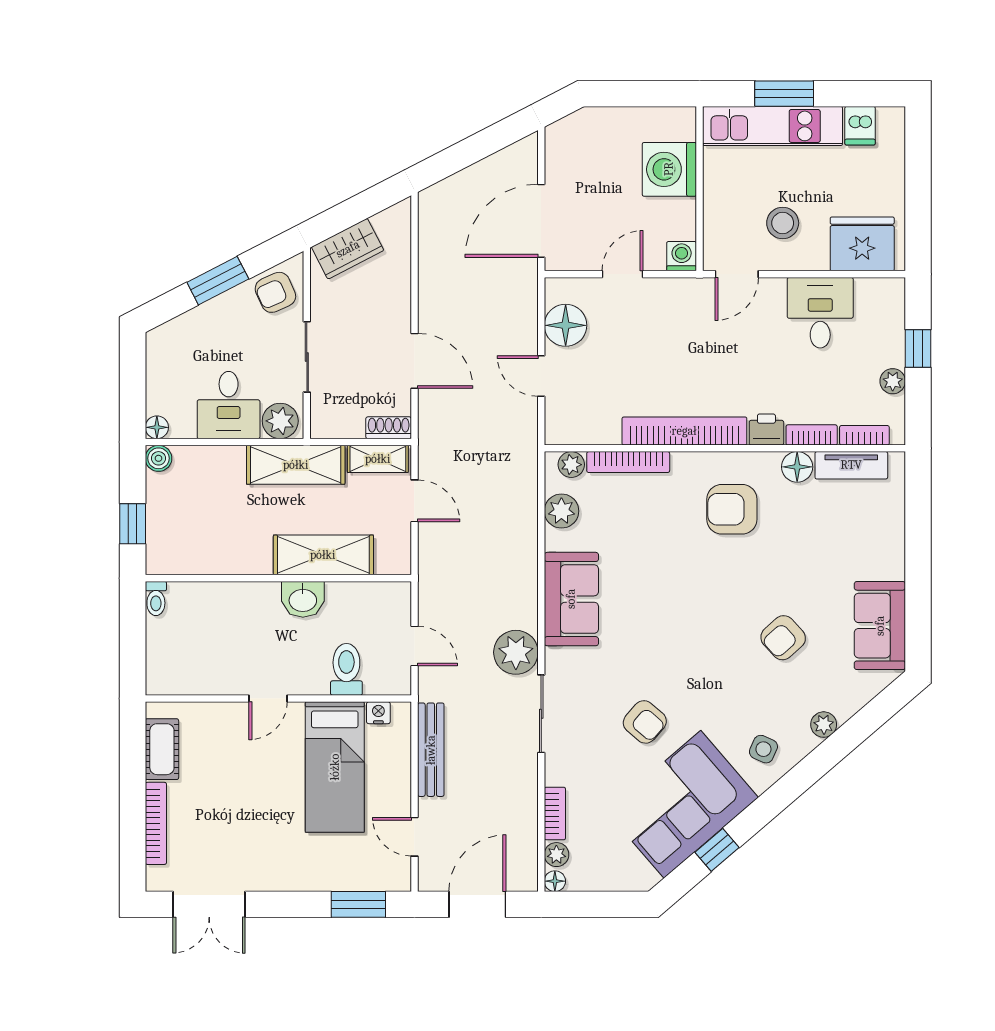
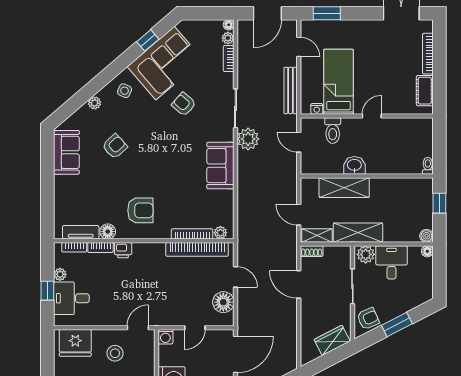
desk: (820, 313) -> (71, 298), moved, turned 90
bookcase: (684, 431) -> (197, 249), moved
plant: (561, 511) -> (225, 209), removed

